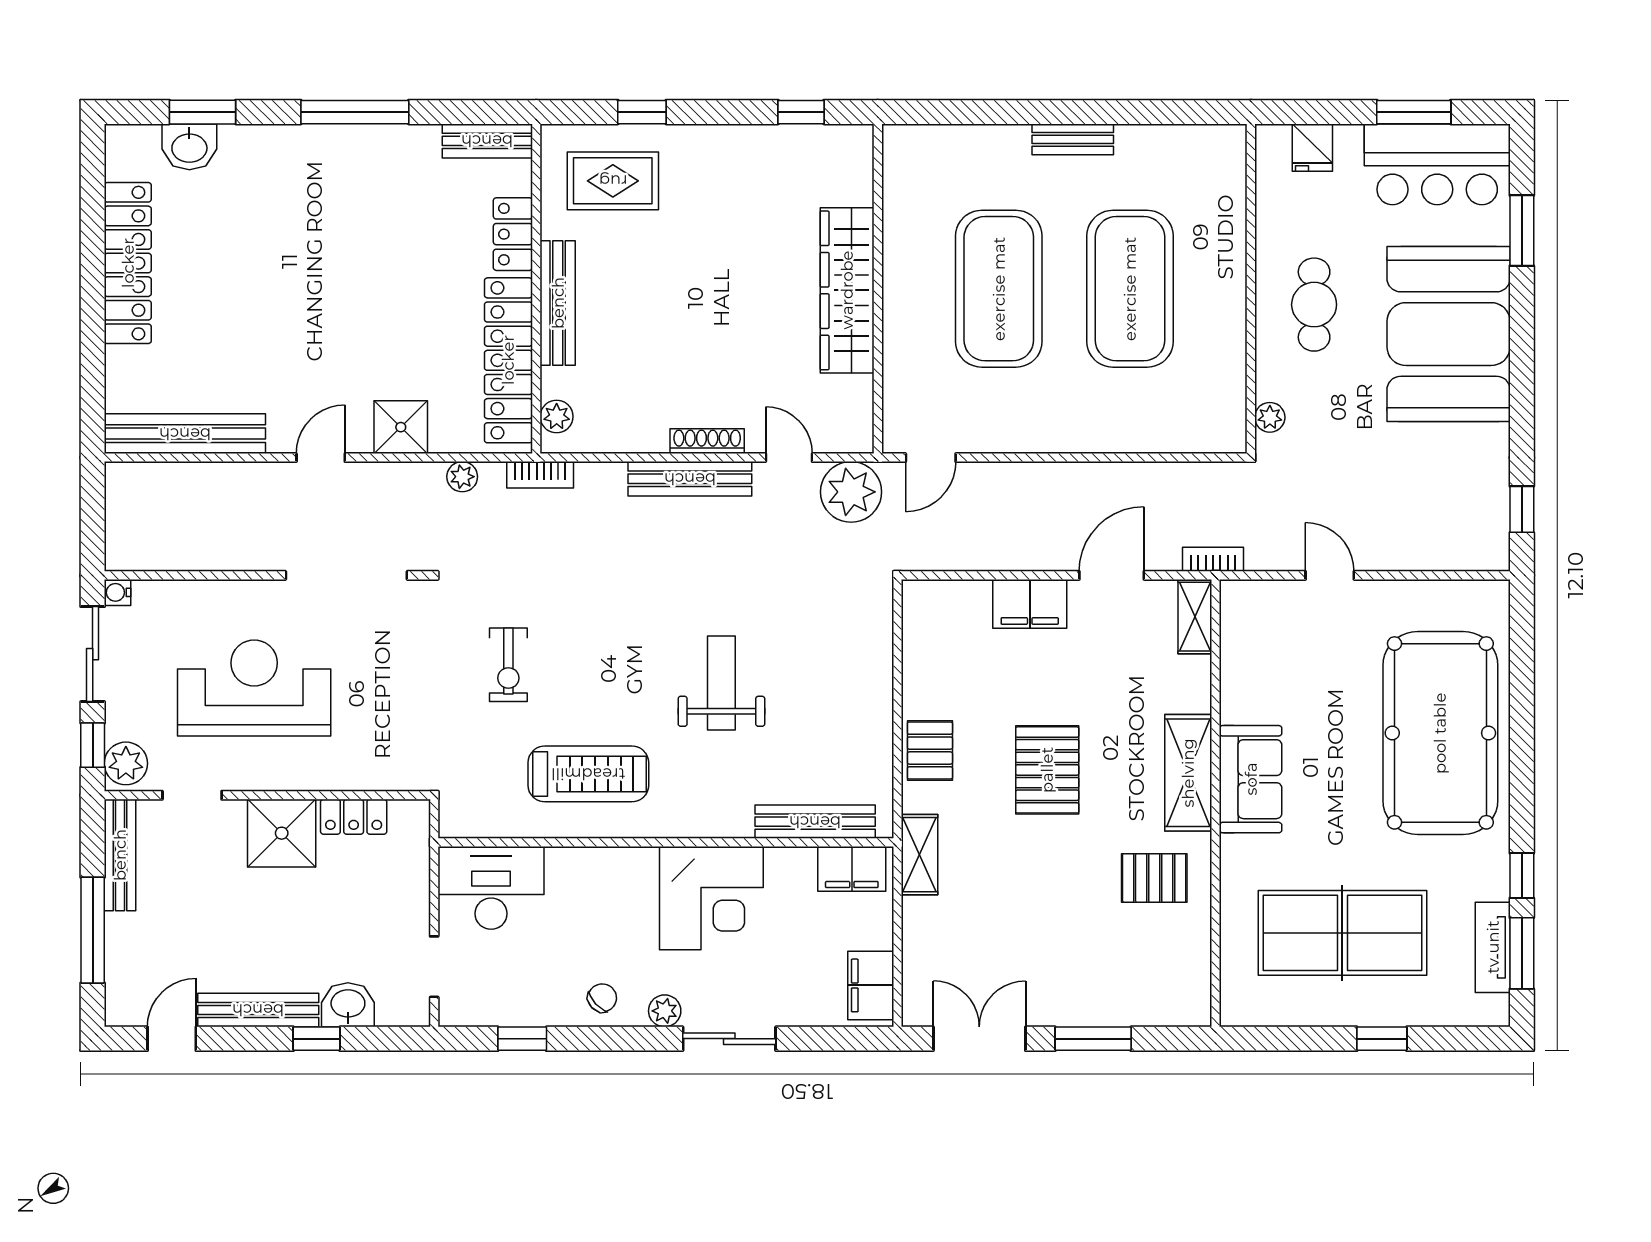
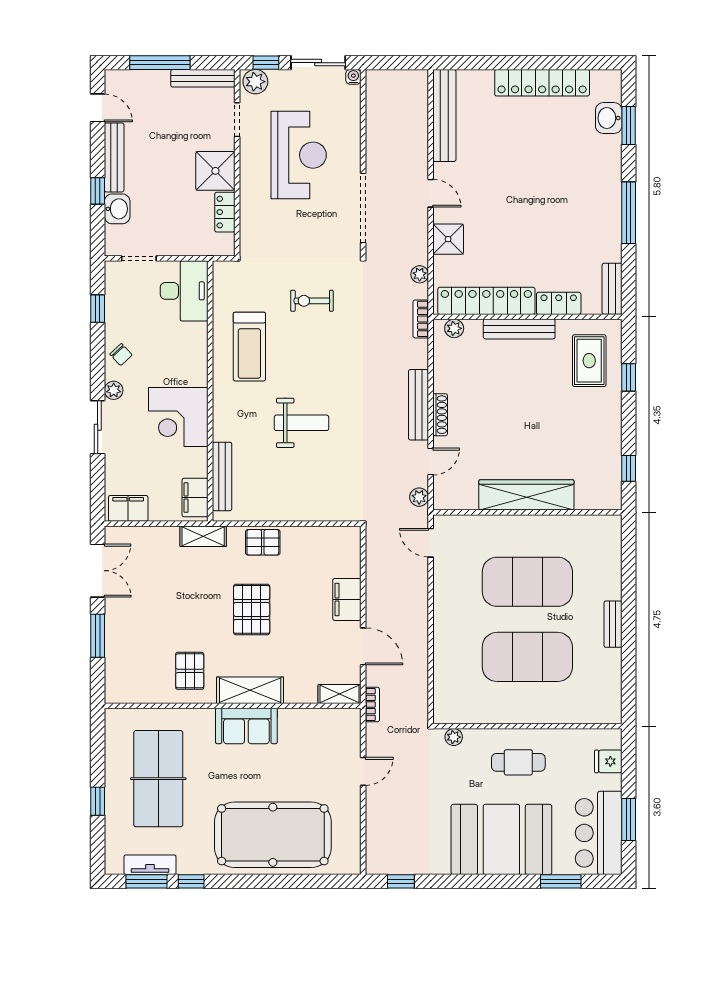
plant: (851, 492) -> (419, 497), width x0.53, depth x0.53
pallet: (1047, 770) -> (252, 609), turned 90

